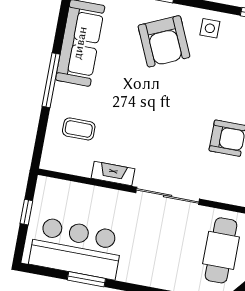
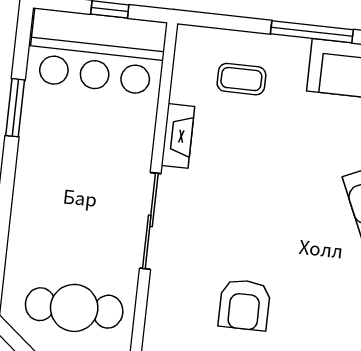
coffee table: (79, 129) -> (241, 79), turned 90
bar counter: (76, 248) -> (97, 52), moved, turned 90

